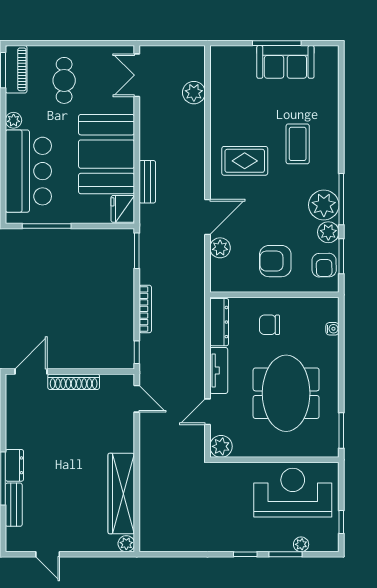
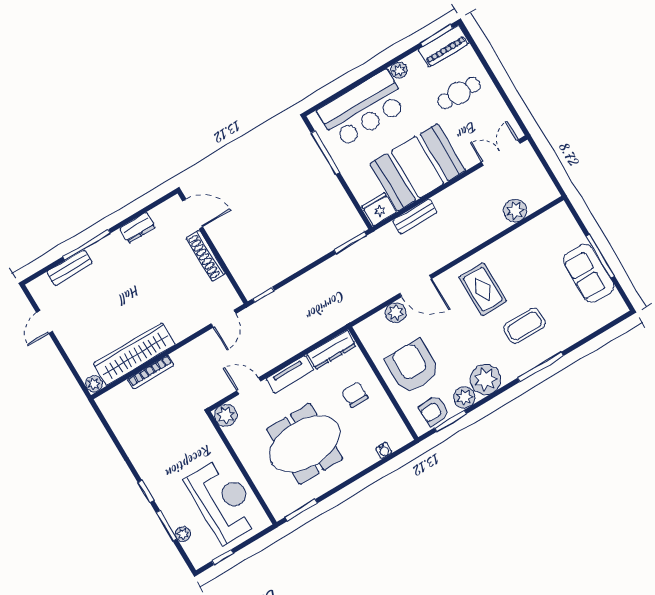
window: (341, 199) -> (541, 367), moved
armchair: (275, 261) -> (413, 367), width x1.36, depth x1.36
bookcase: (145, 309) -> (151, 372), moved
dresser: (14, 465) -> (138, 228), moved

